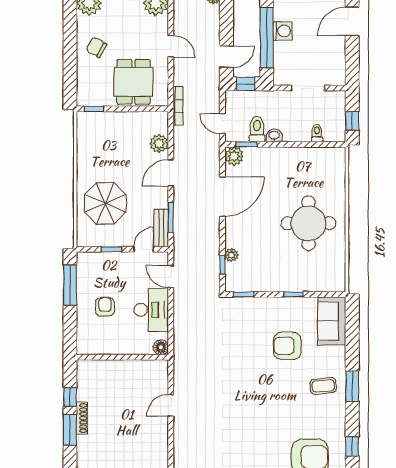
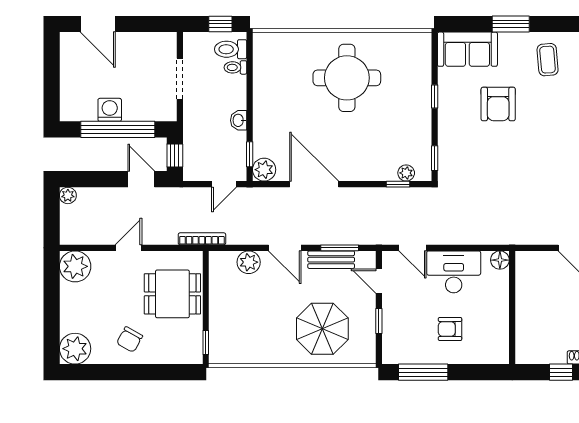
toilet: (257, 129) -> (231, 49), moved
bench: (161, 228) -> (331, 260), moved
plant: (231, 255) -> (406, 173), moved
door: (171, 276) -> (413, 248), hinge flipped
window: (352, 386) -> (511, 24), moved

